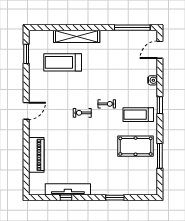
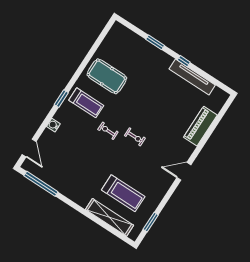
shelving: (77, 36) -> (109, 217), moved
door: (160, 50) -> (29, 148), hinge flipped
window: (160, 156) -> (91, 53), removed
window: (66, 198) -> (184, 61), moved

